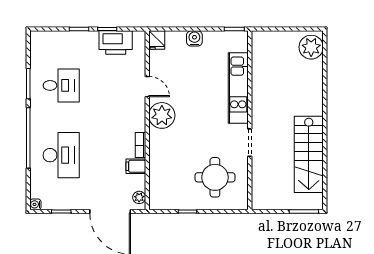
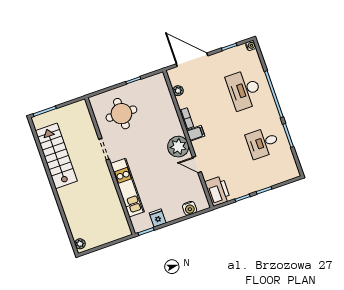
water cooler: (194, 38) -> (190, 208), moved
fridge: (157, 40) -> (158, 218), moved
printer: (116, 43) -> (218, 191), moved, turned 90
plant: (311, 47) -> (80, 244), width x0.53, depth x0.53
filing cabinet: (136, 166) -> (196, 133), moved
plant: (139, 197) -> (178, 91), moved

